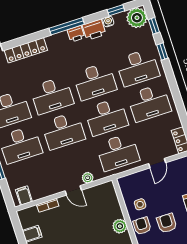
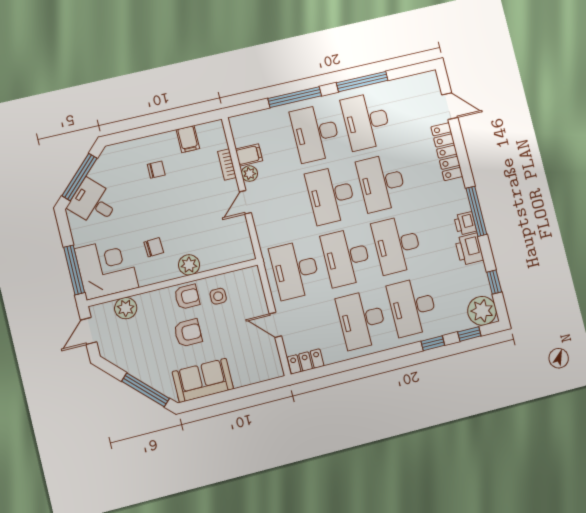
water cooler: (108, 21) -> (479, 270), removed
plant: (88, 178) -> (249, 174), moved
filing cabinet: (24, 196) -> (249, 155), moved

